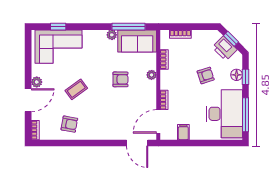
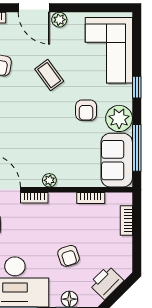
window: (58, 27) -> (137, 87), moved
plant: (112, 35) -> (119, 118), width x1.87, depth x1.87
window: (231, 39) -> (120, 291), removed
plant: (152, 75) -> (49, 180), moved
armchair: (120, 79) -> (86, 110), moved

